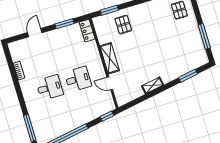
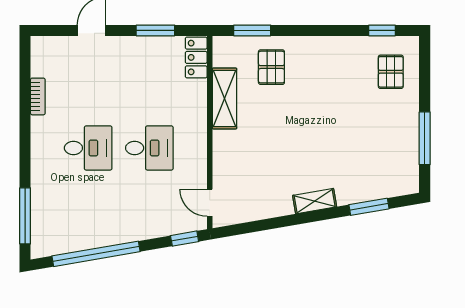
shelving: (110, 58) -> (224, 98), moved
door: (110, 83) -> (210, 203), moved
shelving: (153, 85) -> (315, 201), moved

